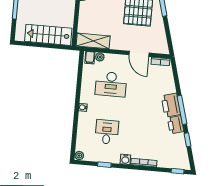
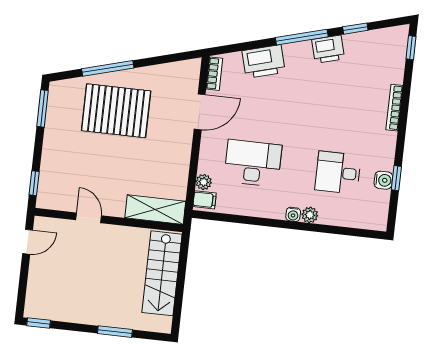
shelving: (93, 41) -> (155, 210), moved, turned 90
desk: (111, 84) -> (253, 163), turned -90
printer: (171, 105) -> (264, 62), moved
plant: (79, 156) -> (310, 215), moved
water cooler: (125, 159) -> (383, 180), moved

